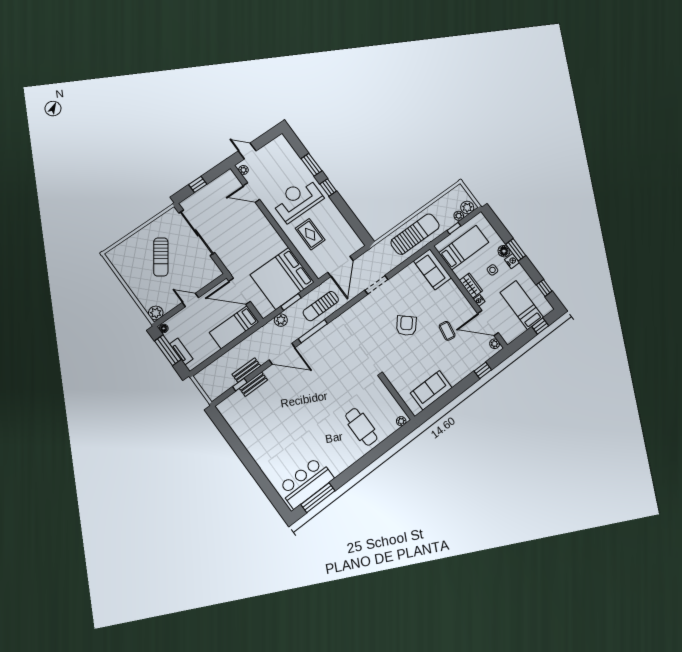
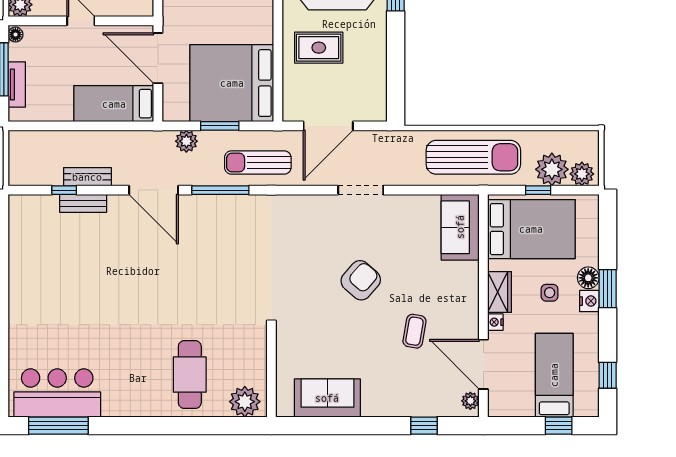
plant: (459, 216) -> (552, 169), width x1.88, depth x1.88
rug: (310, 234) -> (319, 48), turned 90
bed: (464, 248) -> (531, 229), width x1.50
plant: (401, 421) -> (245, 402), width x1.88, depth x1.88

